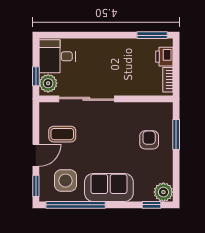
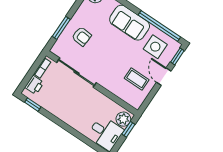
window: (152, 35) -> (33, 105), width x0.67
sliding door: (86, 99) -> (76, 73), moved
armchair: (149, 140) -> (82, 36), turned -86
door: (36, 155) -> (164, 77), hinge flipped

